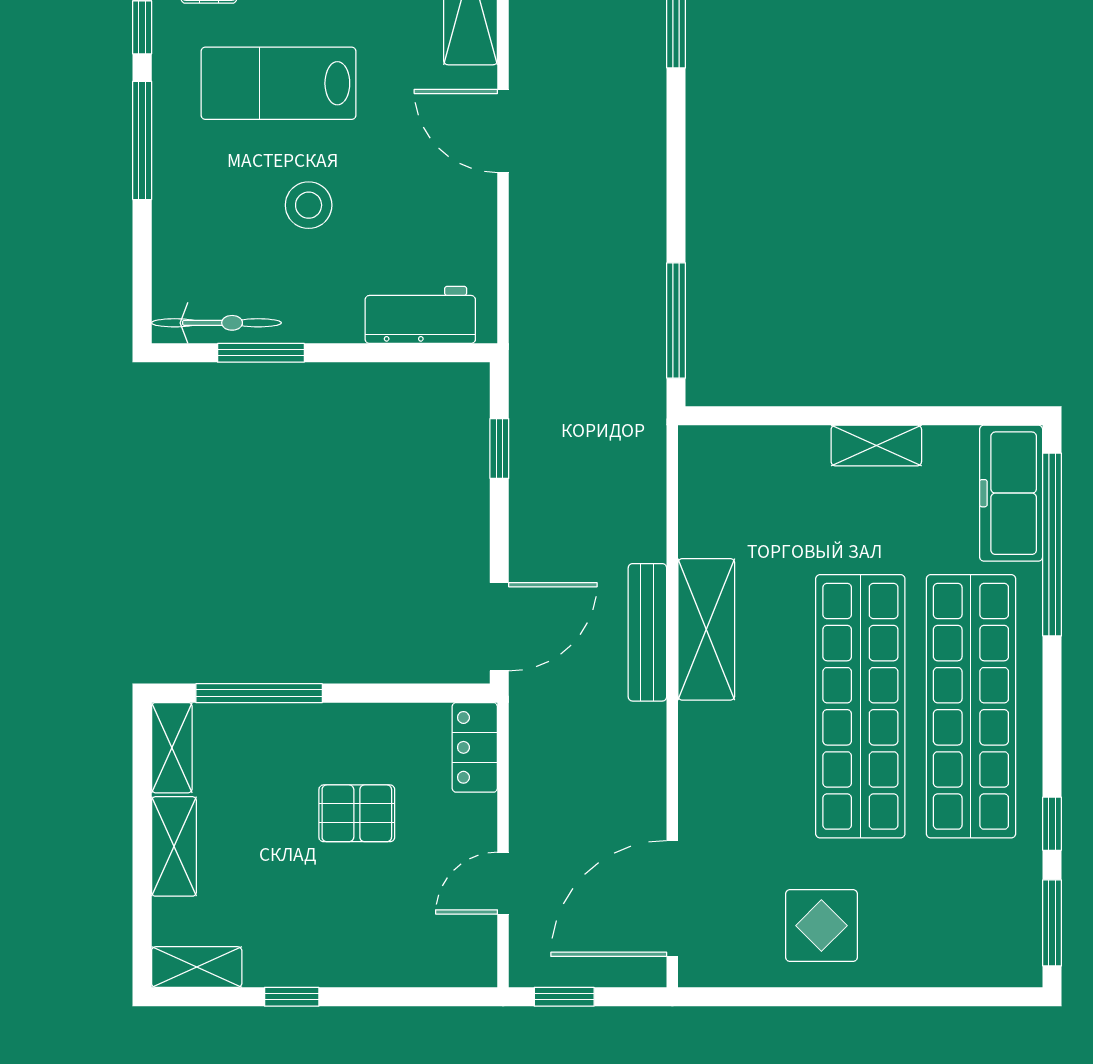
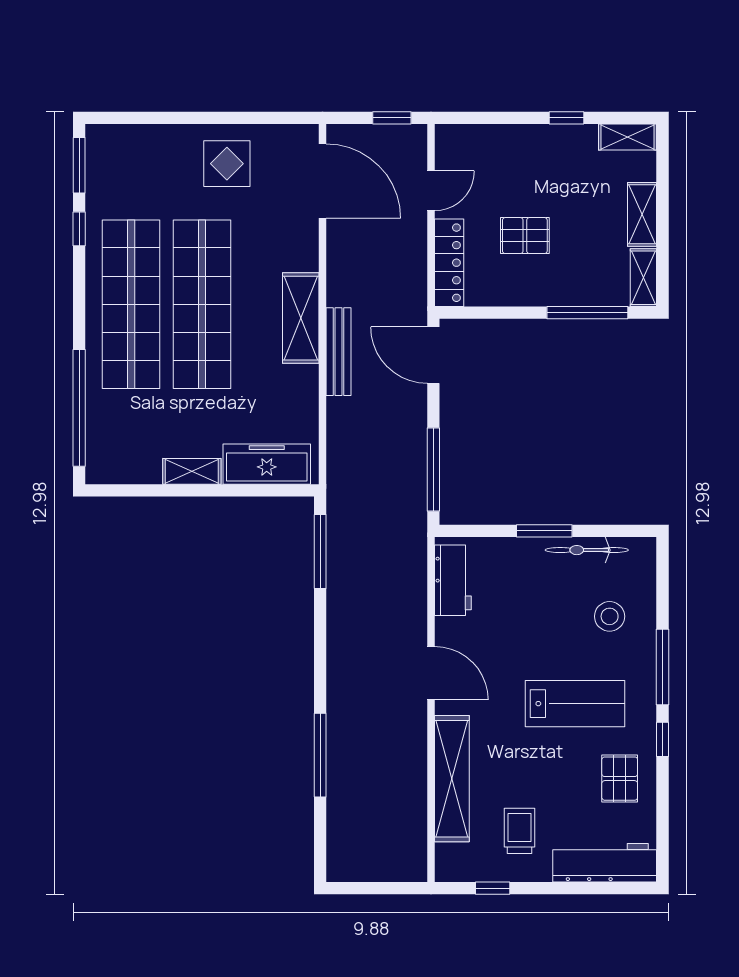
stool: (309, 205) -> (610, 616), moved
workbench: (420, 315) -> (453, 580), moved, turned -90
bicycle: (216, 323) -> (587, 550), moved
window: (261, 353) -> (544, 531), moved
window: (499, 449) -> (433, 469), width x2.17
freezer: (1011, 493) -> (267, 464), moved, turned -90
door: (499, 627) -> (433, 355), hinge flipped
shelving: (706, 629) -> (301, 318), moved
locker: (475, 747) -> (449, 263), width x1.53
door: (672, 898) -> (323, 181), hinge flipped

